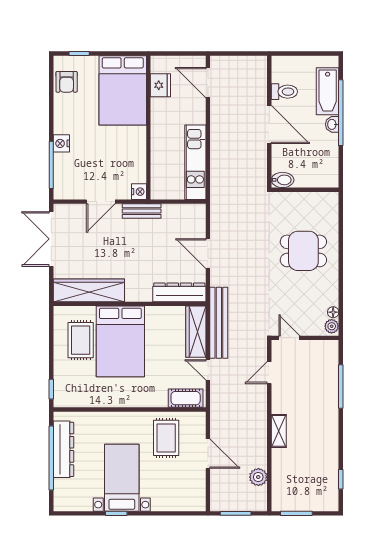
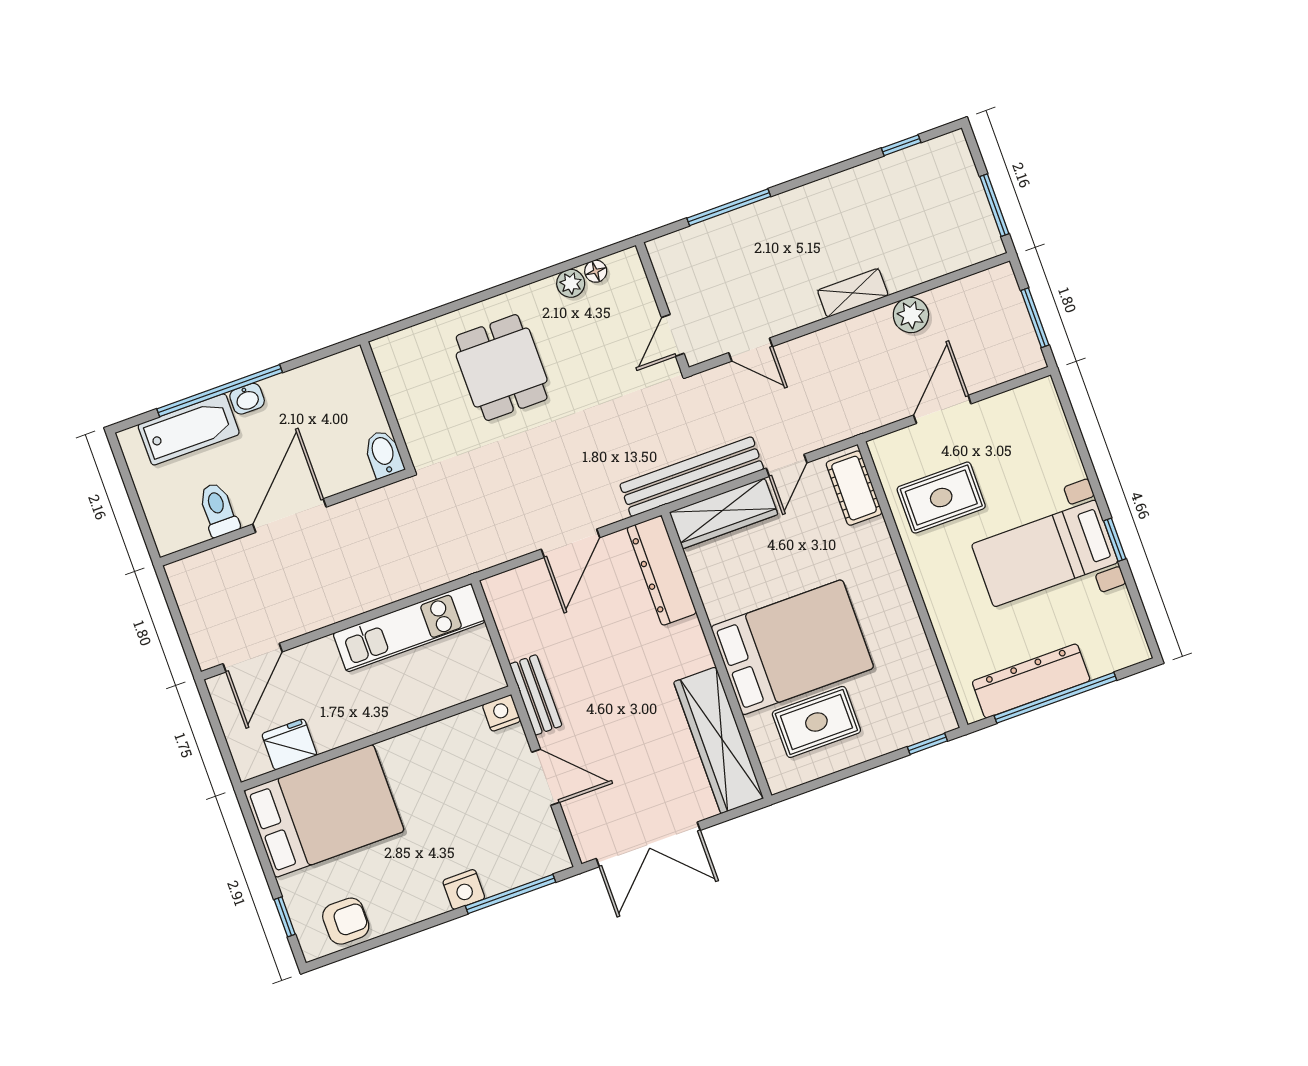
plant: (332, 326) -> (571, 283), moved
plant: (258, 477) -> (911, 315), moved

